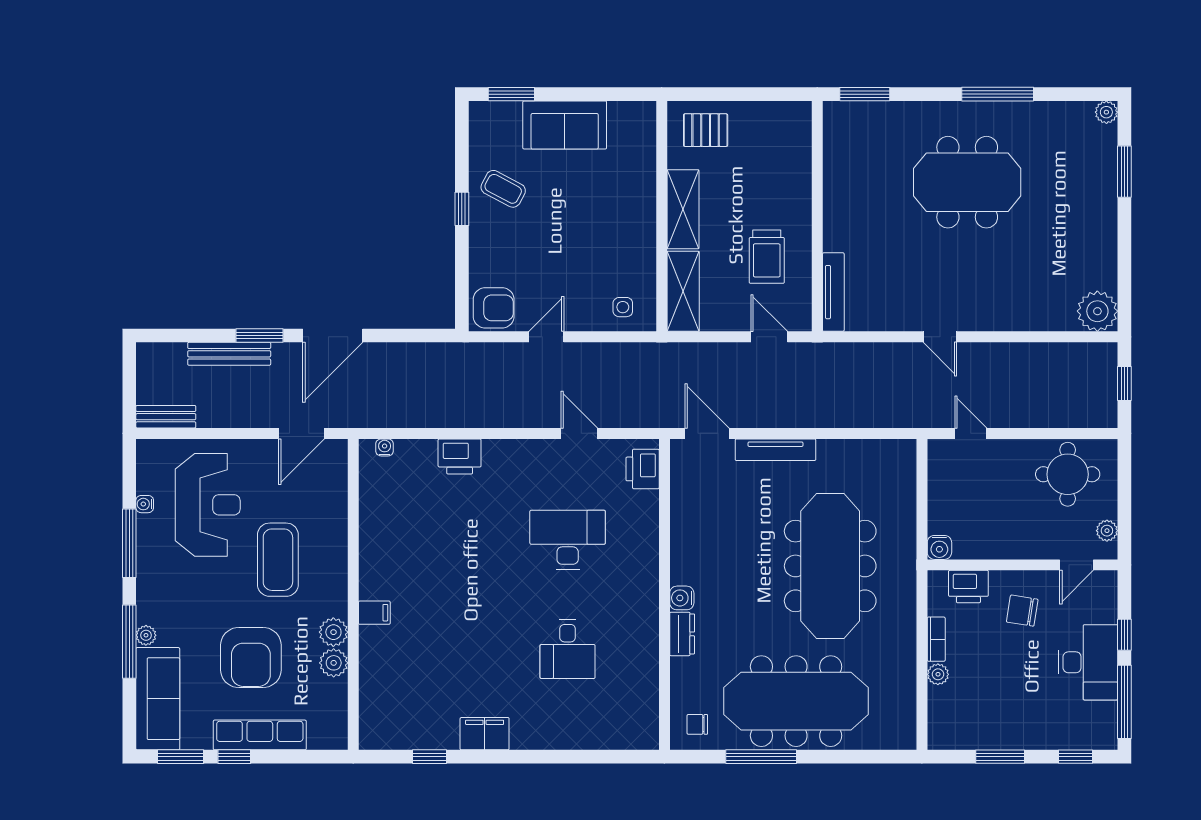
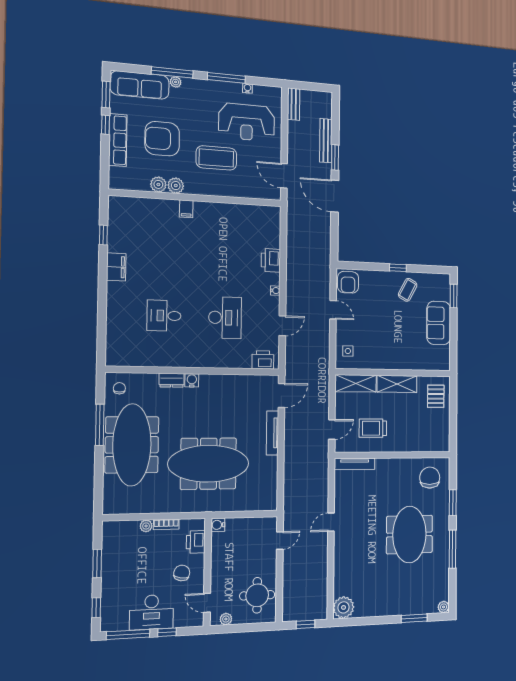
window: (865, 94) -> (453, 503), moved
chair: (861, 142) -> (430, 478), added
water cooler: (385, 447) -> (275, 291), moved

